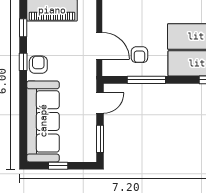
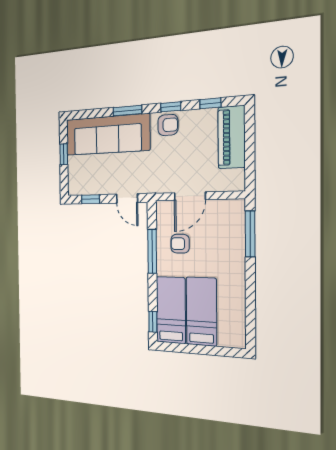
window: (23, 102) -> (127, 111), added
window: (100, 139) -> (90, 199), width x0.67

